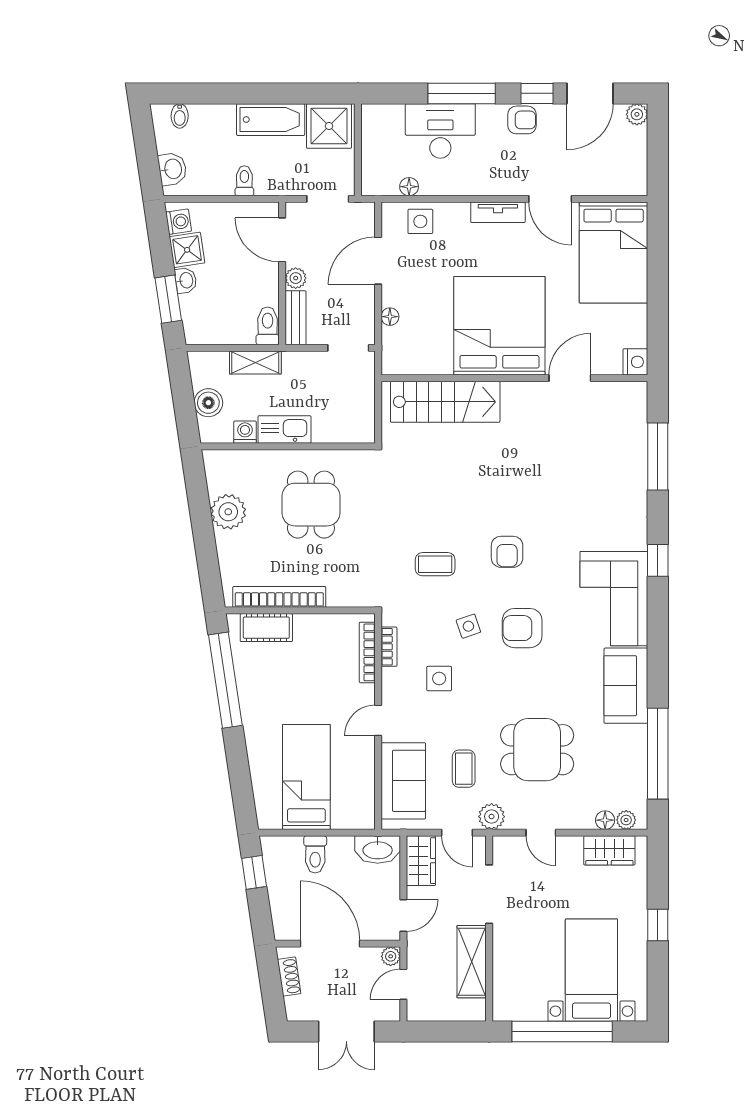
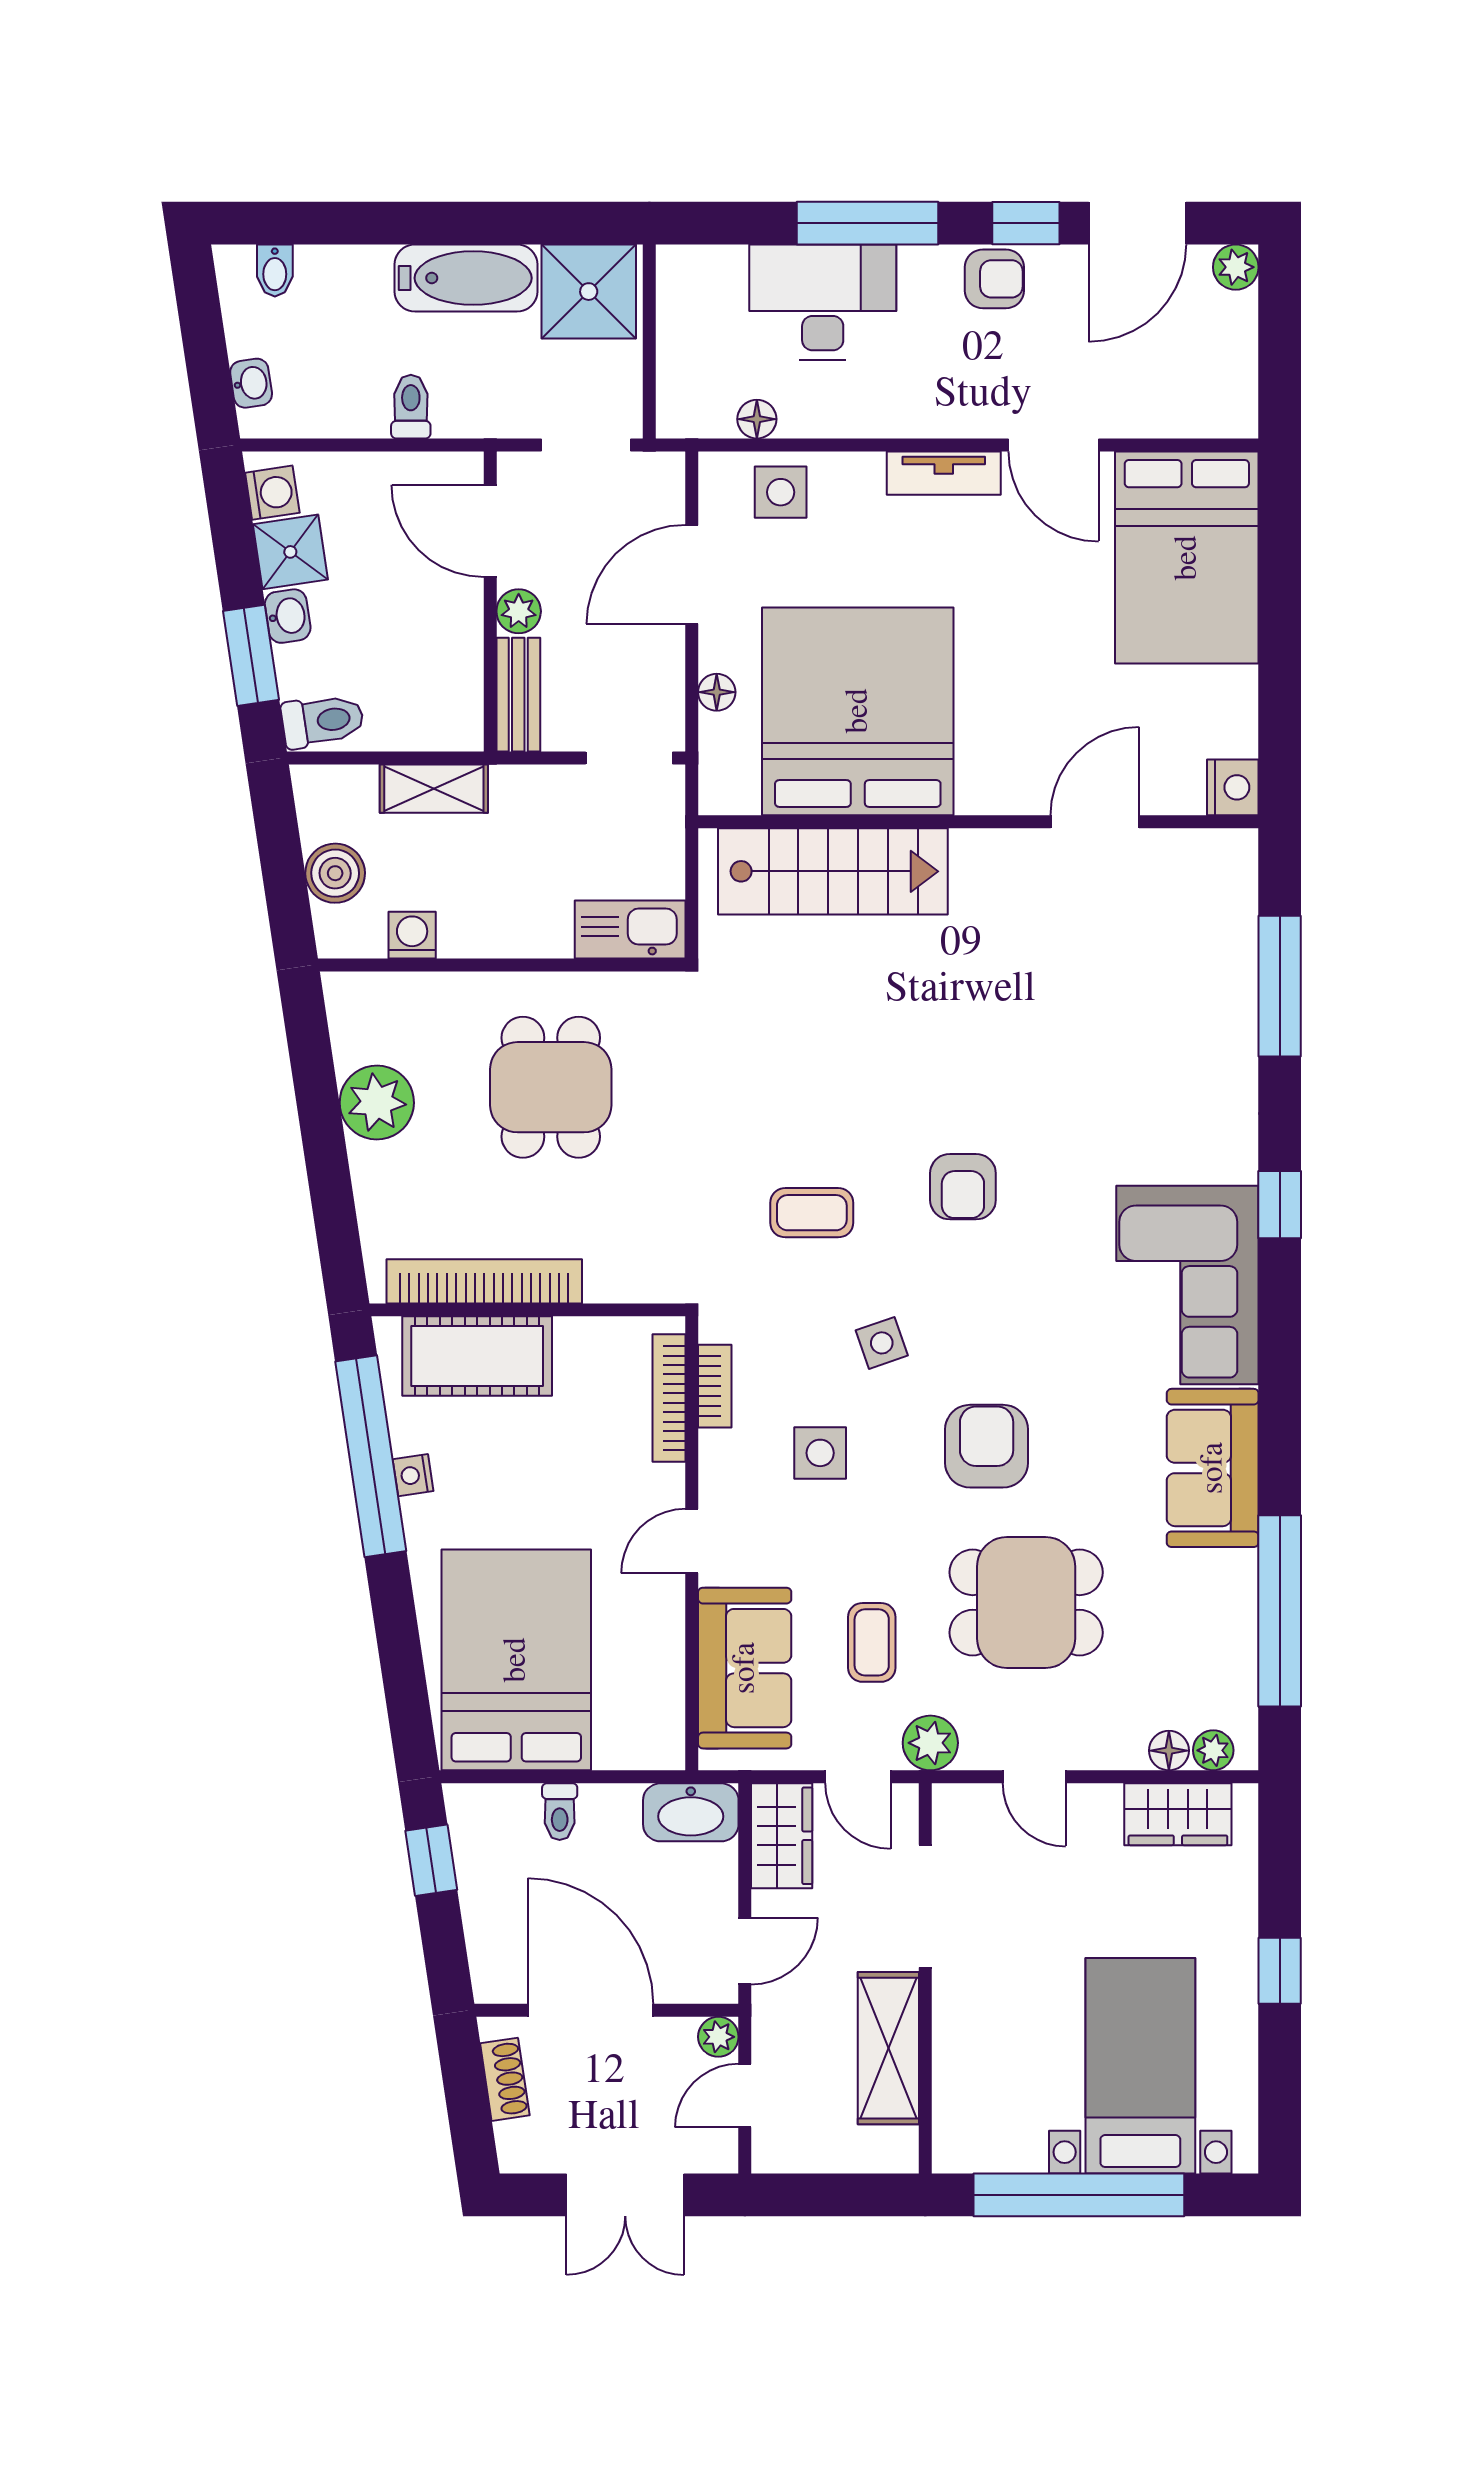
washbasin: (172, 169) -> (251, 383), width x0.72, depth x0.69
toilet: (268, 326) -> (323, 721), moved, turned 81
bed: (499, 326) -> (858, 711), moved
kitchen sink: (285, 429) -> (630, 929), moved
cot: (266, 628) -> (477, 1356), width x1.37, depth x1.34
armchair: (522, 628) -> (987, 1446), moved, turned 90
nightstand: (245, 689) -> (413, 1475), added
bed: (306, 777) -> (516, 1660), width x1.50
toilet: (315, 854) -> (560, 1812), width x0.73, depth x0.72

